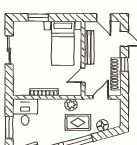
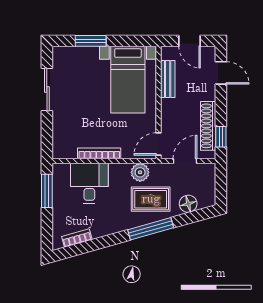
bench: (89, 47) -> (168, 79), width x0.73
window: (124, 64) -> (221, 137), moved
door: (83, 75) -> (158, 144), moved
desk: (25, 112) -> (89, 183), moved
window: (9, 128) -> (47, 191), moved

